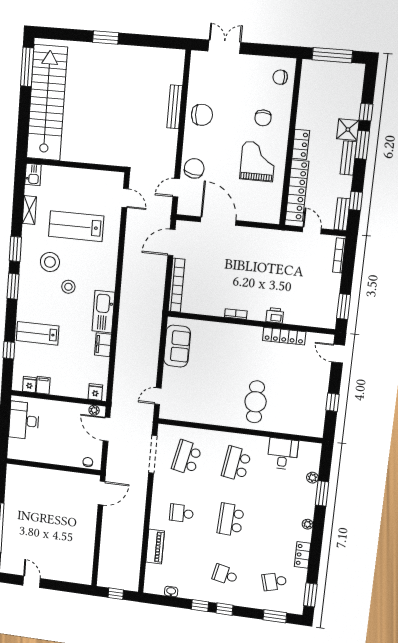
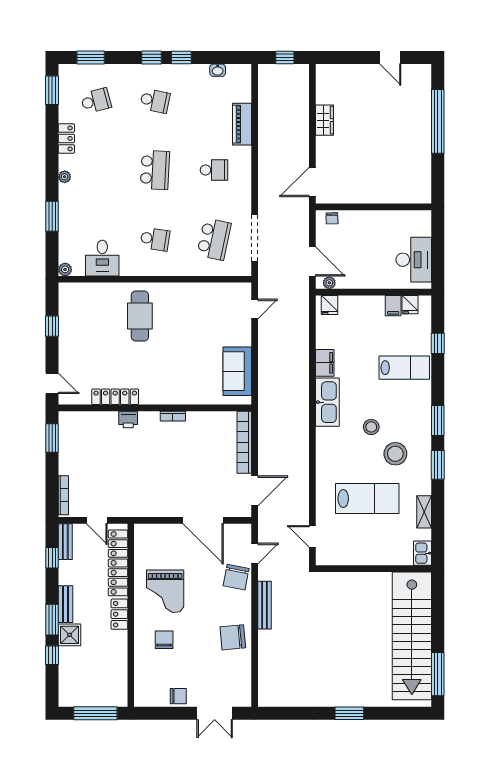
chair: (280, 77) -> (178, 696), moved
bench: (175, 107) -> (264, 605), moved
school desk: (236, 464) -> (155, 239), width x0.54
plant: (312, 478) -> (65, 269), moved
wardrobe: (88, 541) -> (324, 120), added

